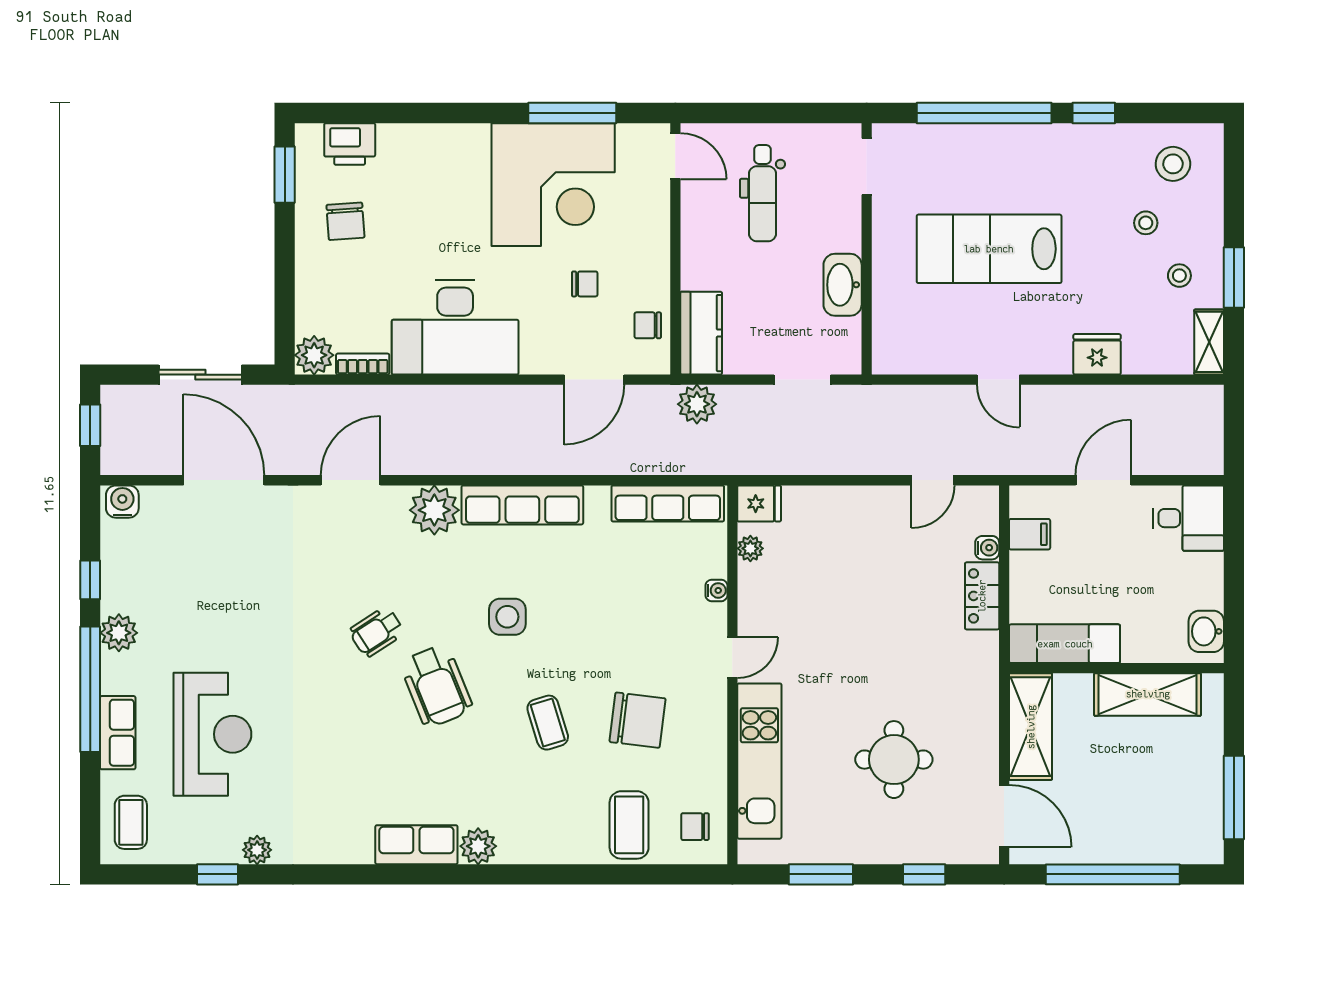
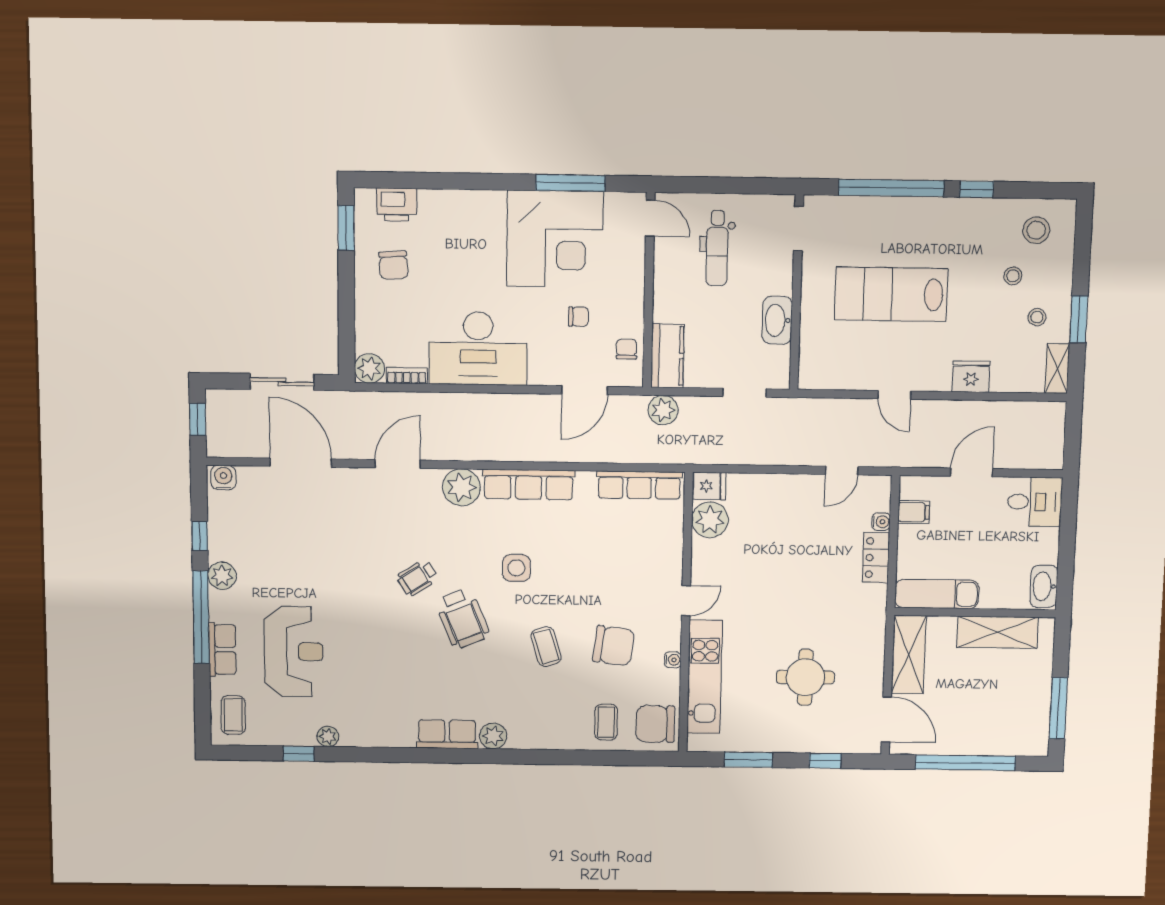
chair: (648, 325) -> (626, 349), turned 90
plant: (750, 548) -> (710, 520), width x1.87, depth x1.87
water cooler: (716, 590) -> (673, 660), moved
washbasin: (1206, 631) -> (1044, 586), width x1.38
coffee table: (629, 825) -> (606, 722), width x0.73, depth x0.77
chair: (695, 827) -> (655, 724), width x1.87, depth x1.87

